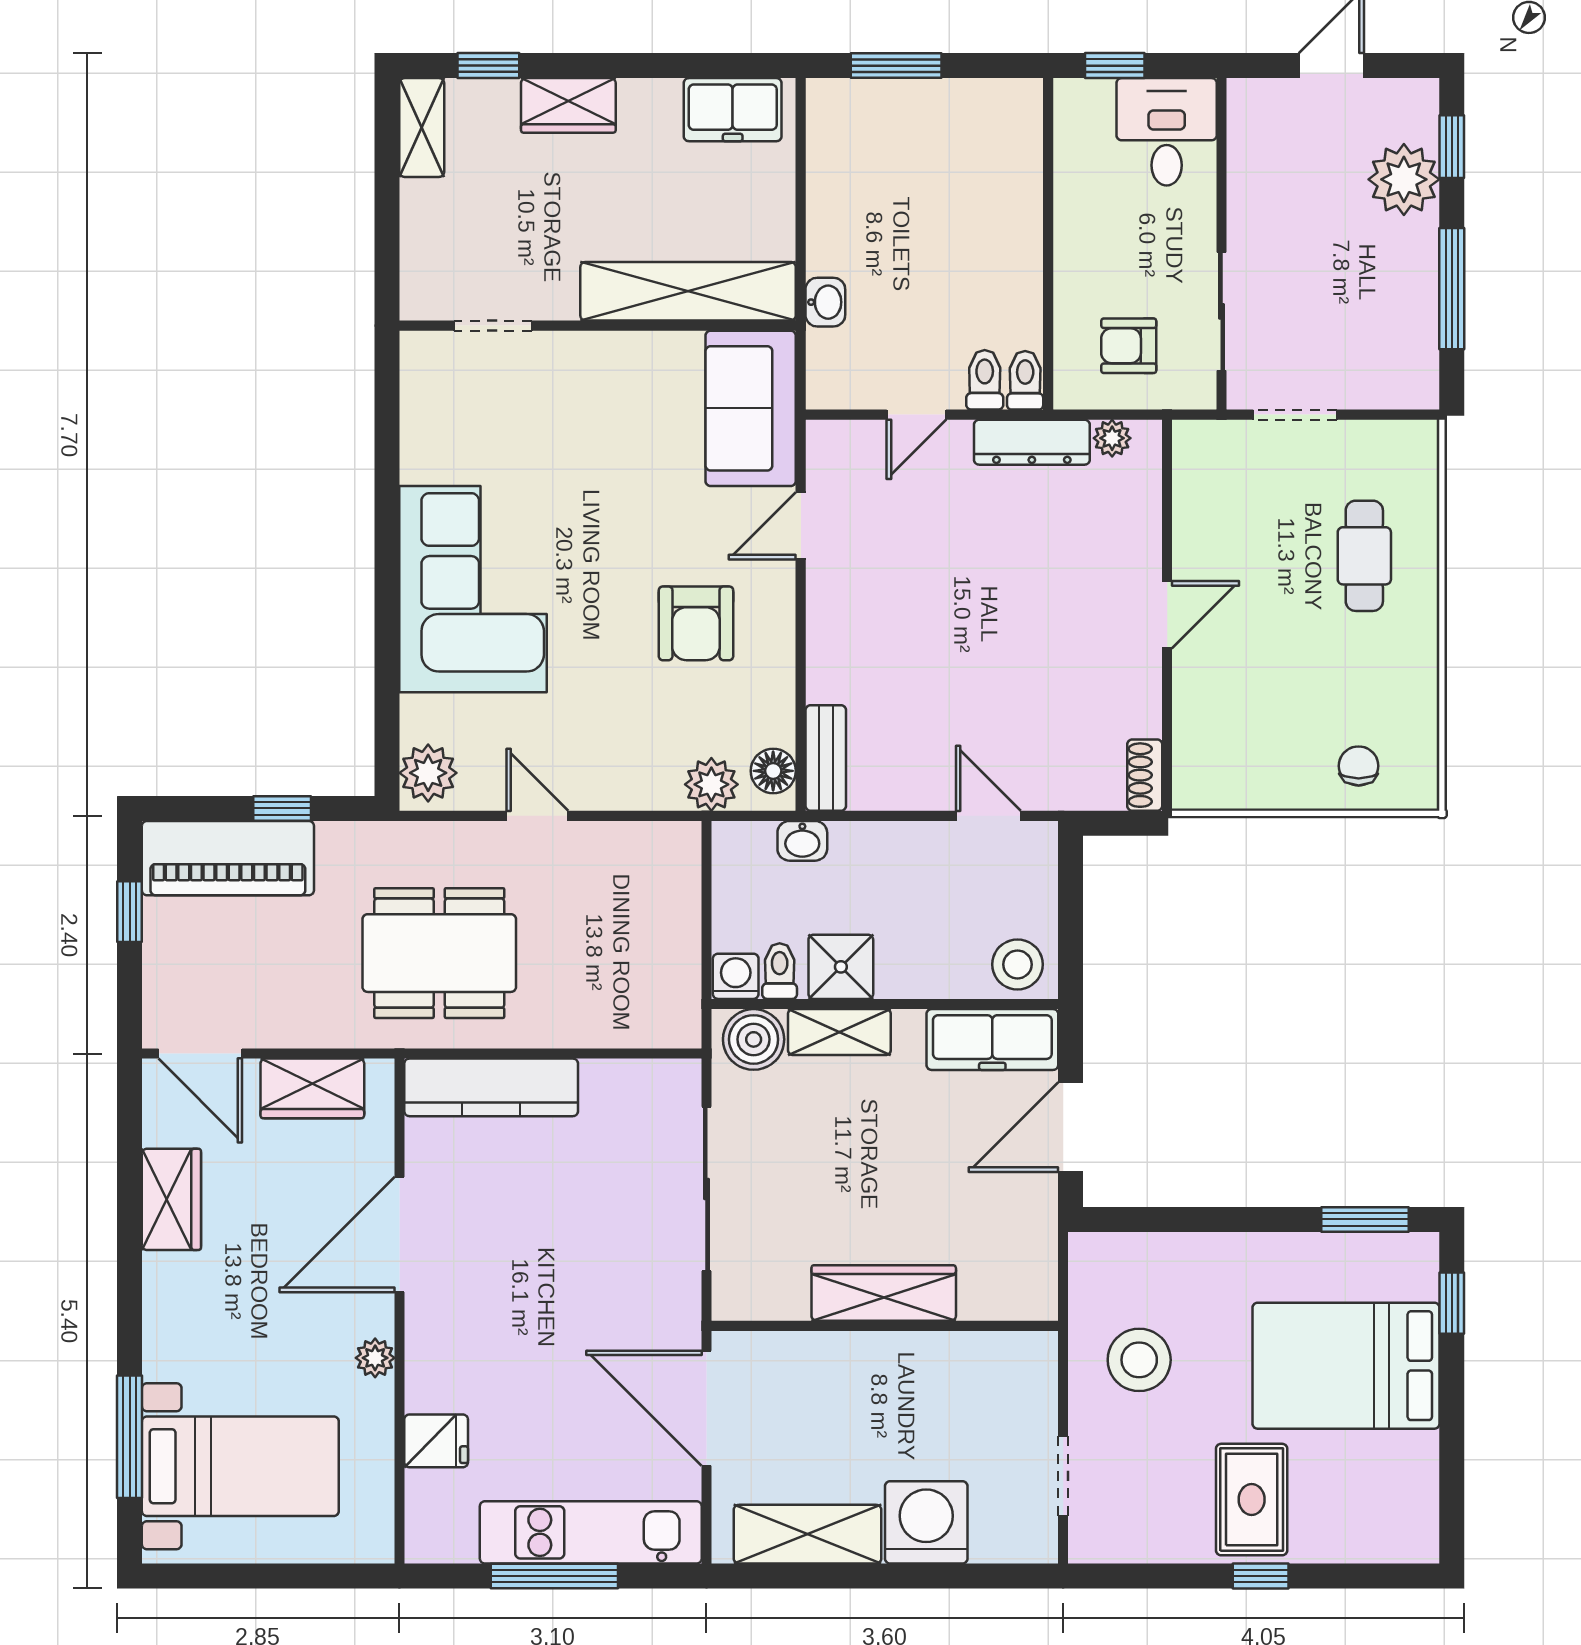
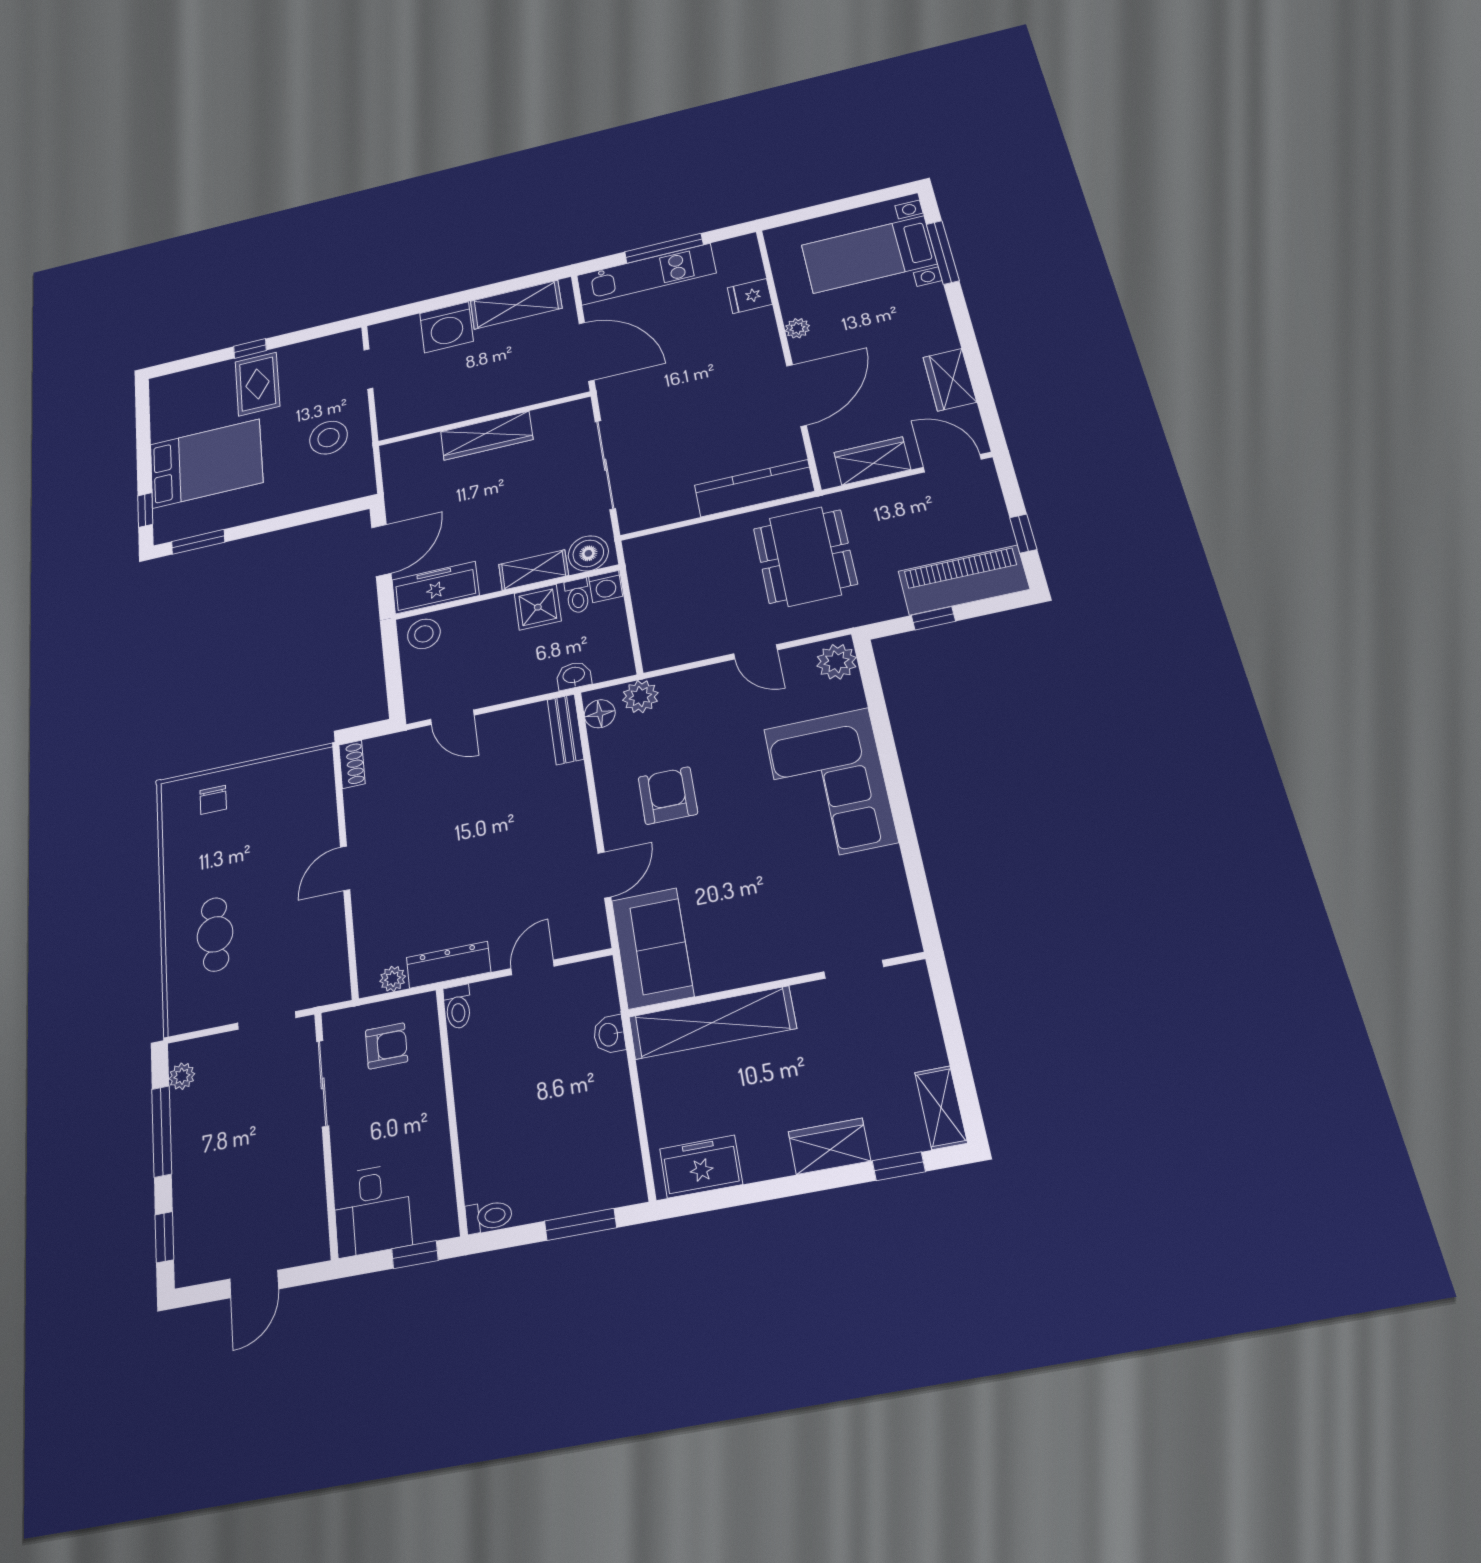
plant: (1404, 179) -> (182, 1076), moved, width x0.53, depth x0.53
toilet: (985, 380) -> (489, 1216), moved, turned -90
dining table: (439, 953) -> (805, 556), turned 90

